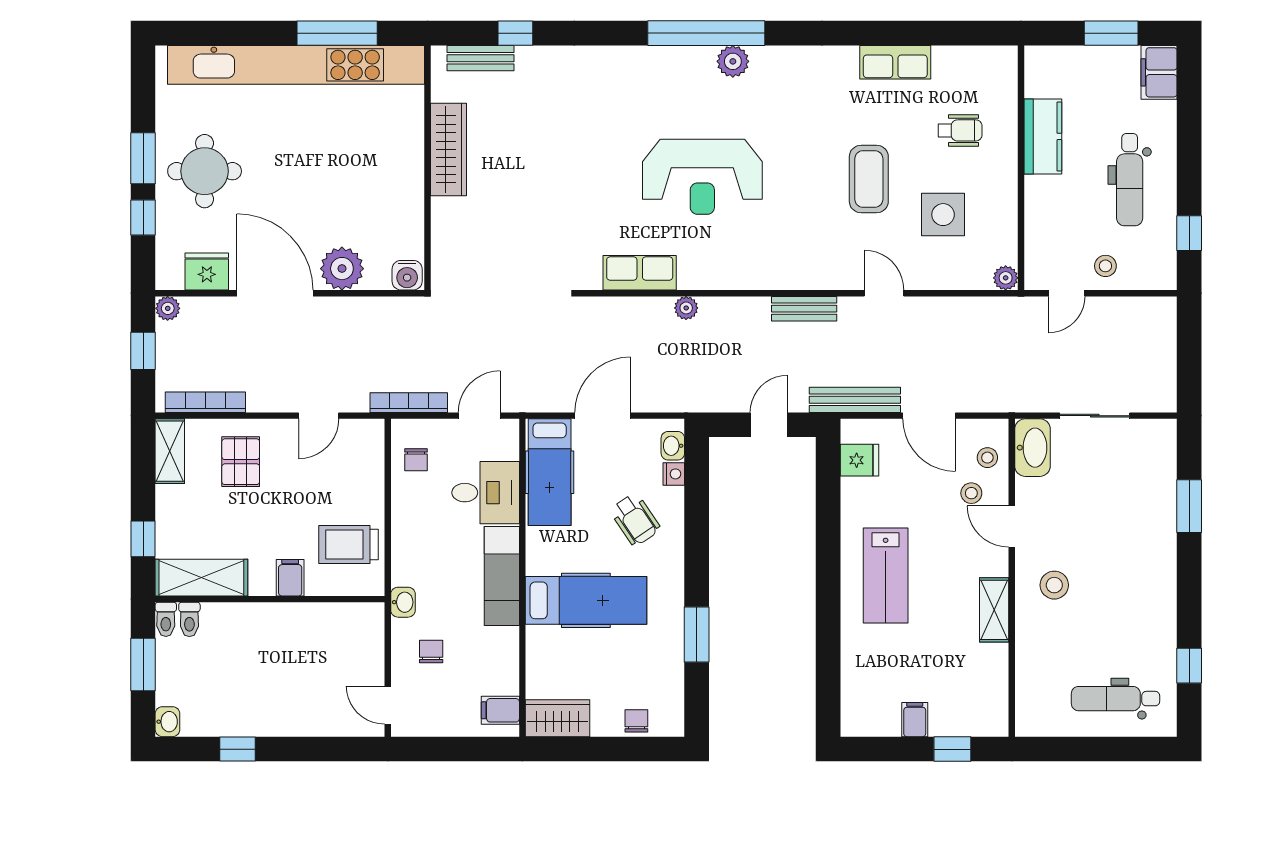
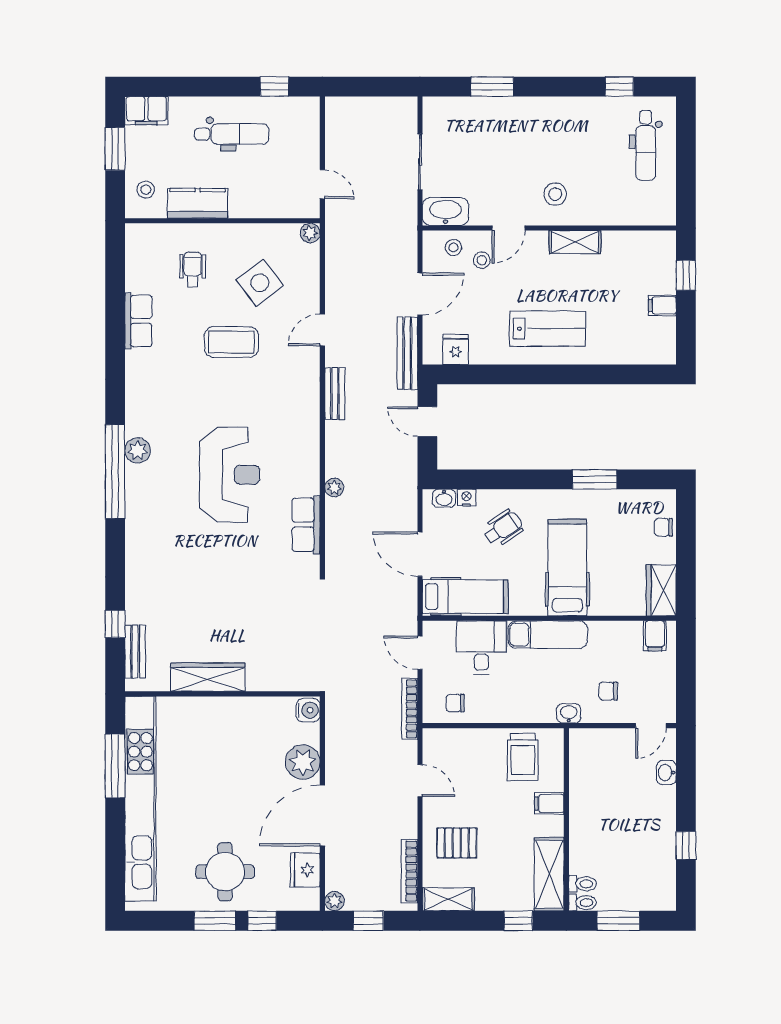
side table: (943, 215) -> (260, 283), turned -37
stool: (1105, 266) -> (146, 190), moved
chair: (416, 460) -> (455, 703), turned 180
washbasin: (167, 722) -> (666, 773), moved, turned -90

